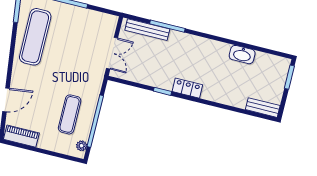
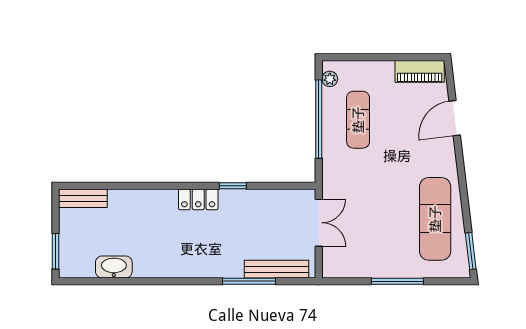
double door: (112, 53) -> (319, 223), swing flipped
washbasin: (242, 55) -> (114, 267), moved

